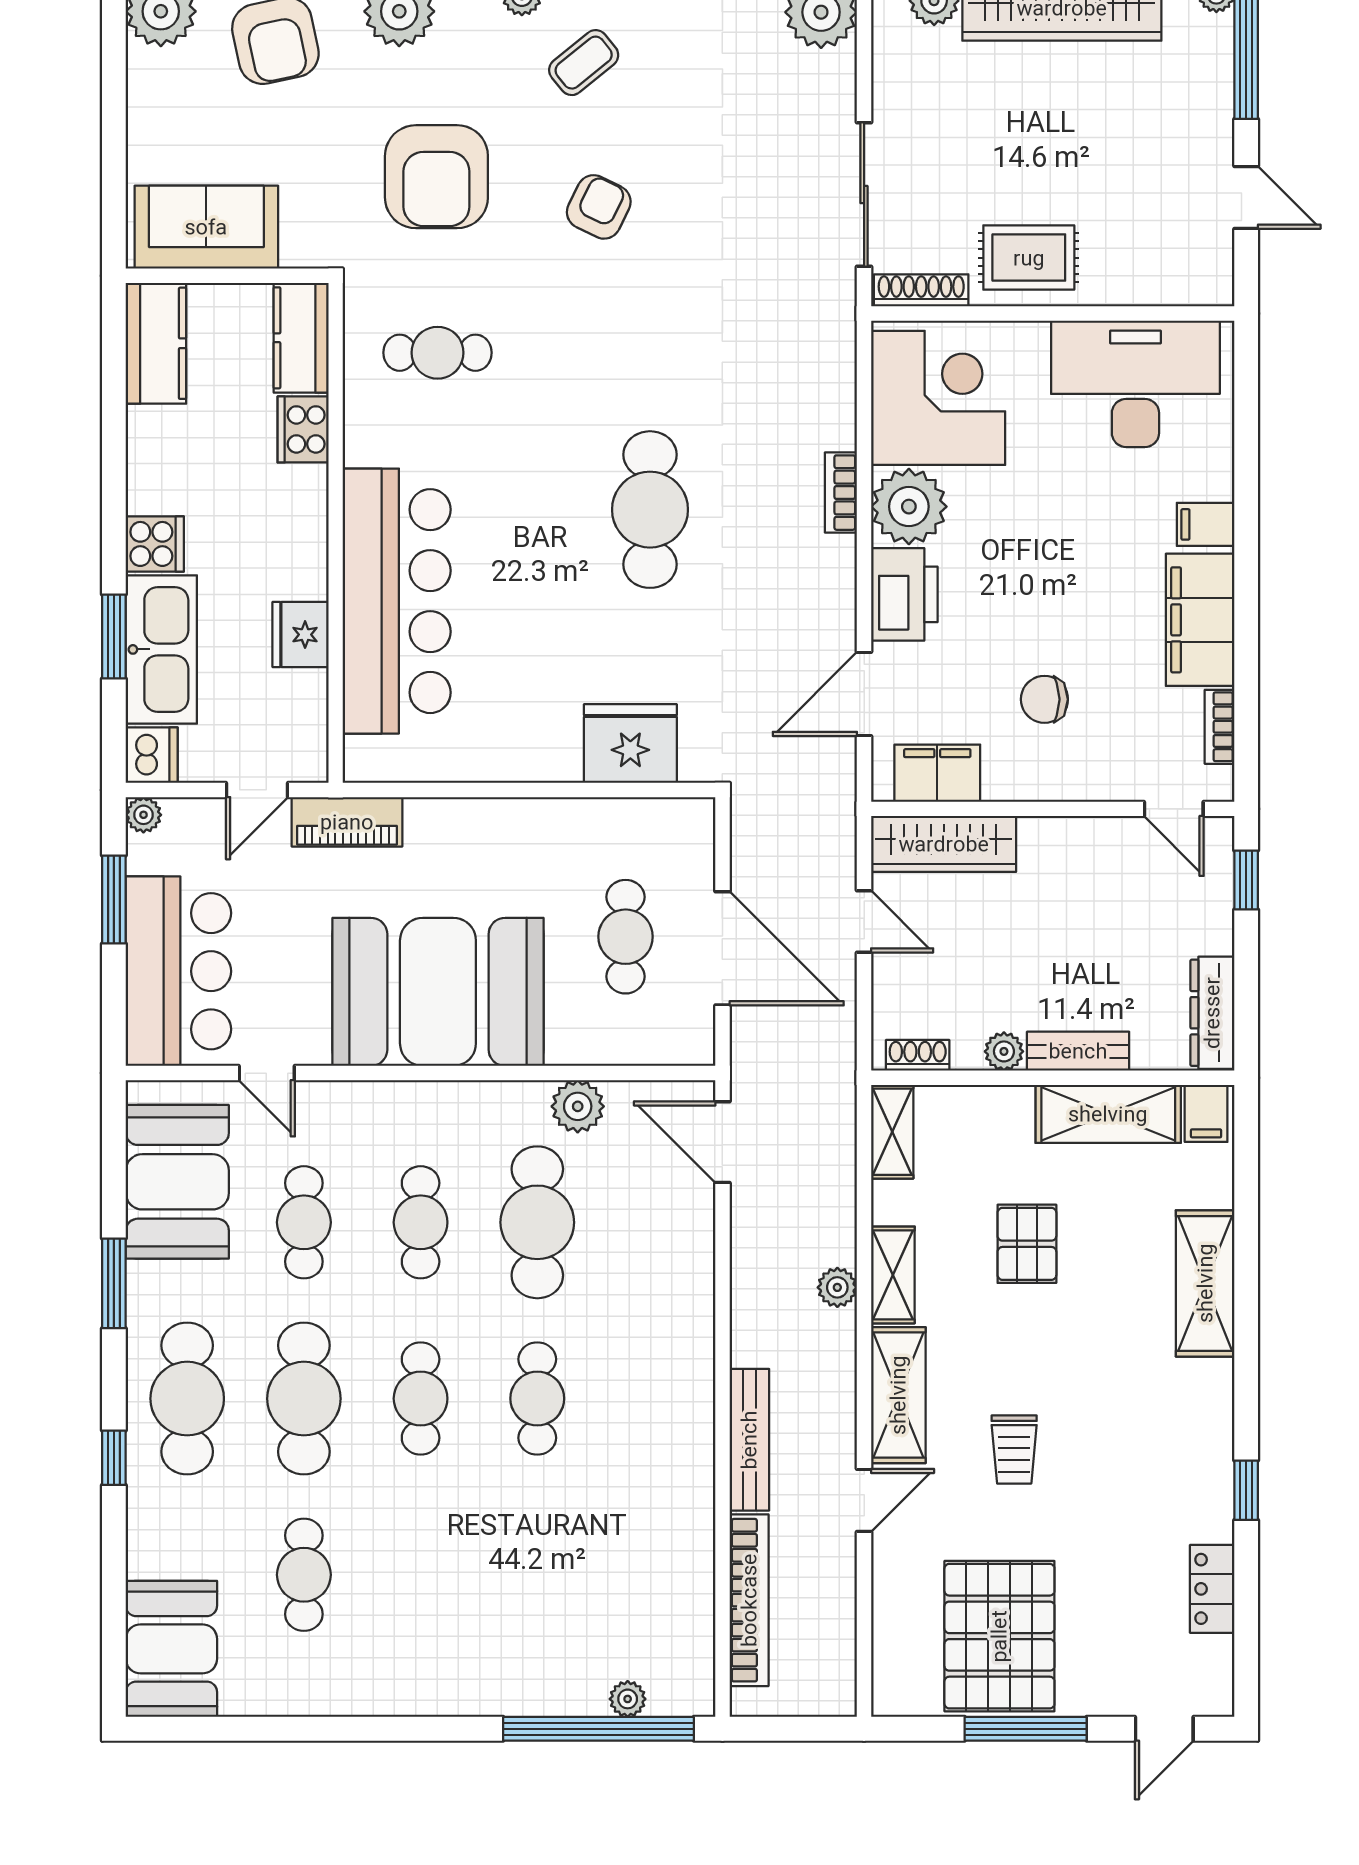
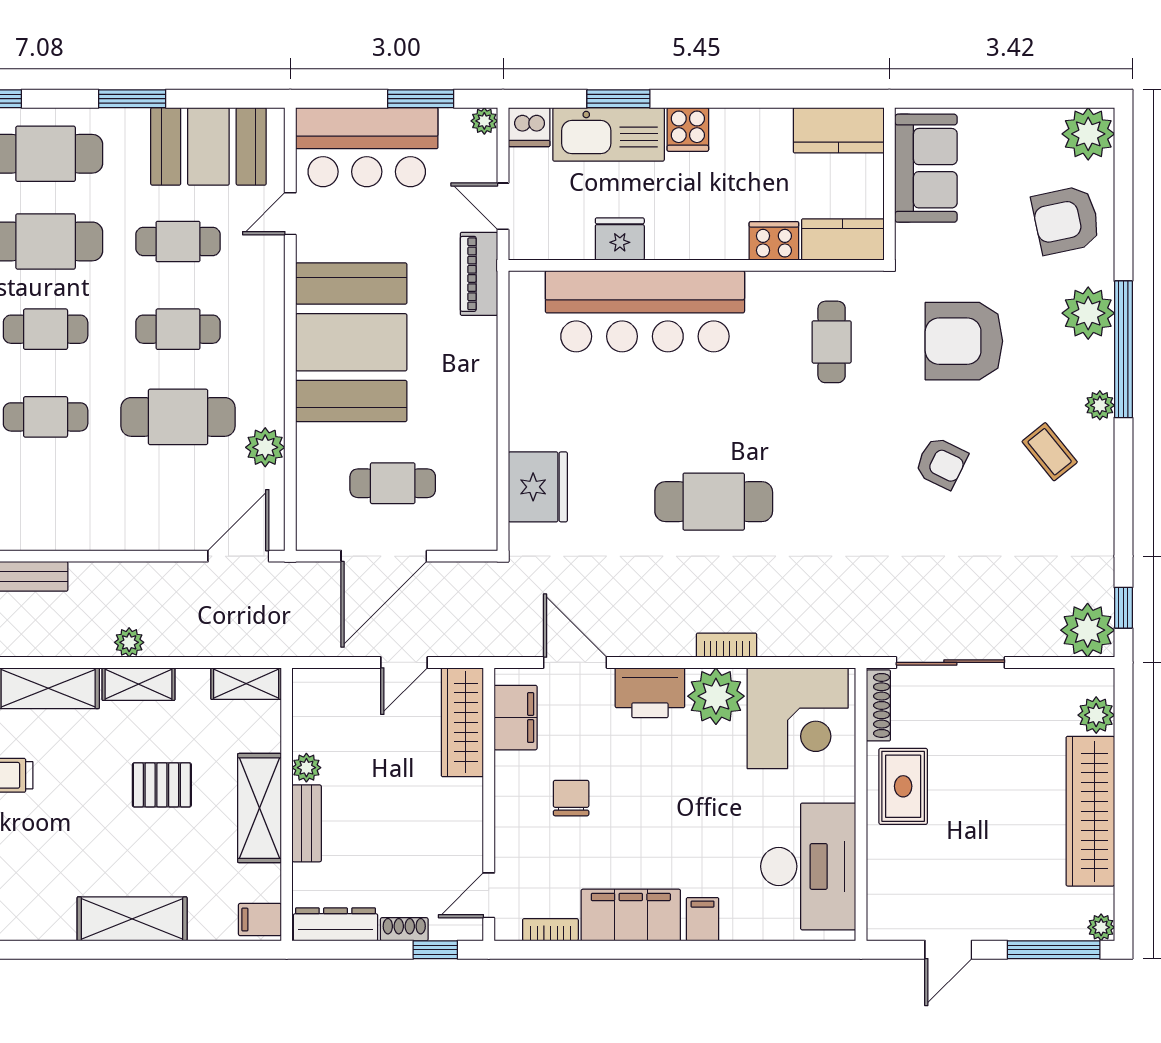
shoe rack: (918, 1055) -> (404, 929), moved, turned -90
shelving: (1108, 1114) -> (260, 808), moved

